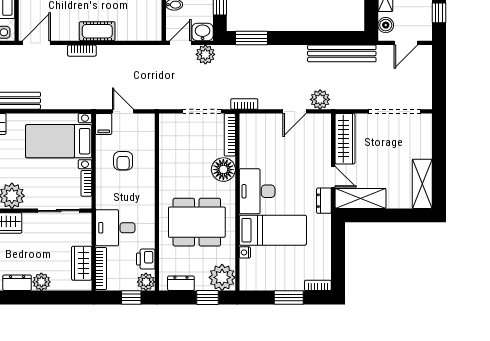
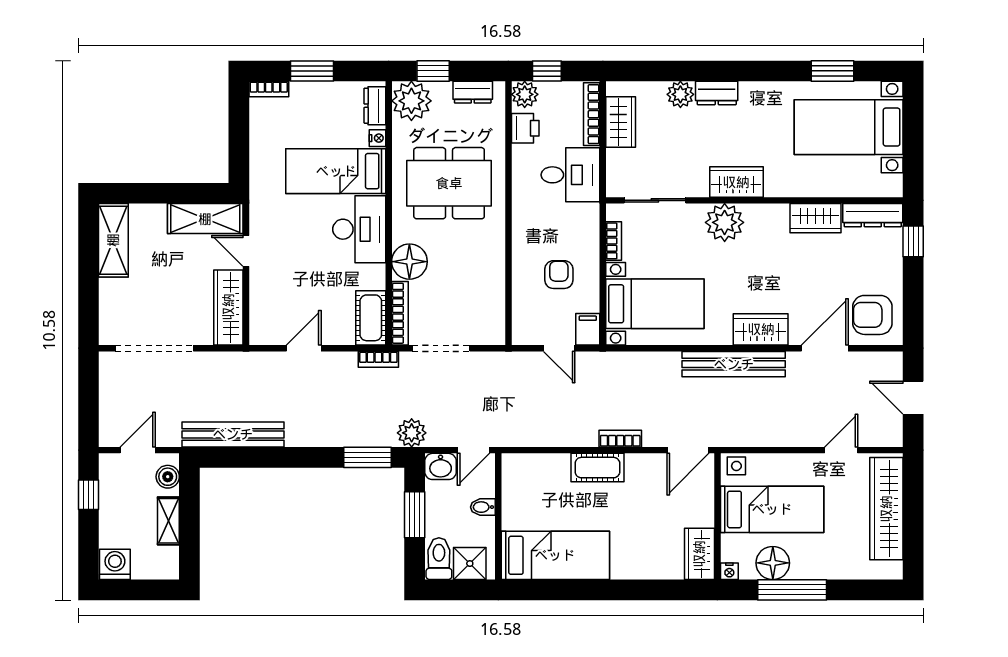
plant: (205, 54) -> (412, 433), moved
plant: (320, 99) -> (266, 366), removed
cot: (249, 132) -> (371, 318), added
dresser: (324, 201) -> (375, 106), moved, turned 180

